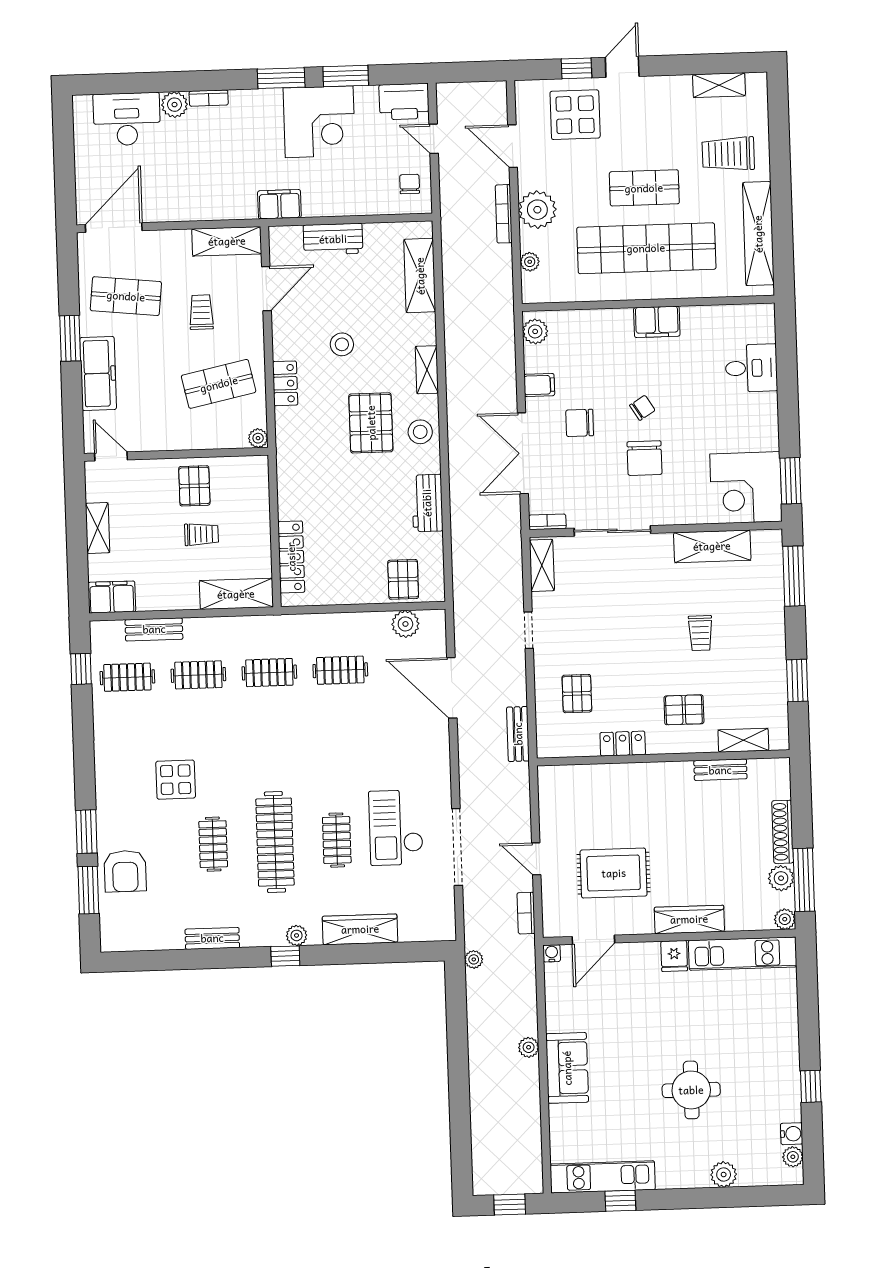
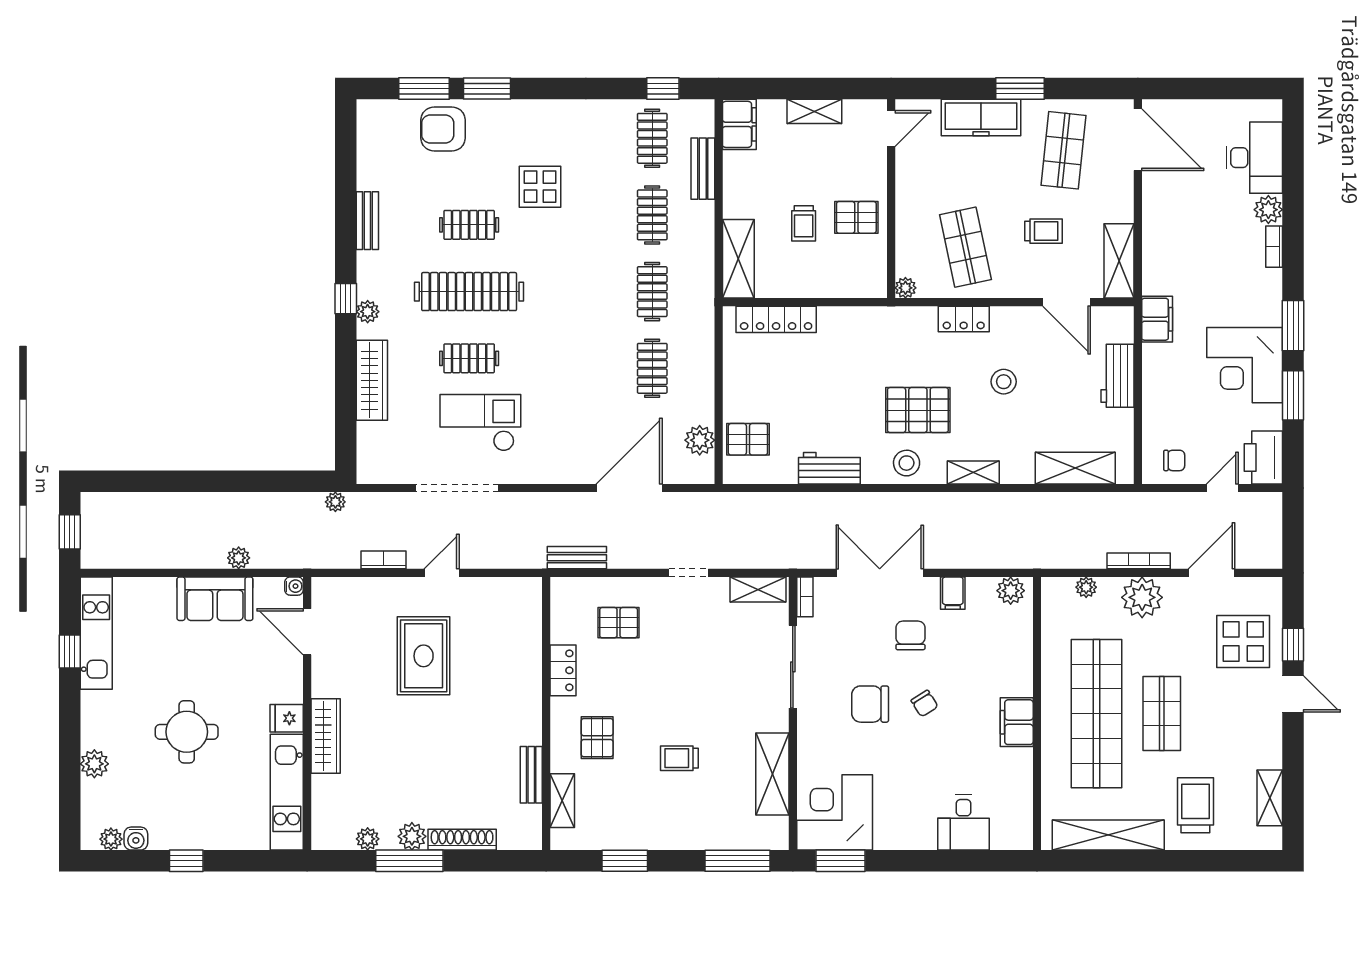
wardrobe: (689, 919) -> (326, 736), moved
wall: (669, 937) -> (307, 714), moved
door: (593, 940) -> (307, 632), moved
water cooler: (552, 953) -> (294, 586), moved
kitchen unit: (743, 954) -> (287, 792), moved
fridge: (674, 956) -> (287, 718), moved

